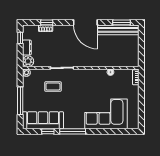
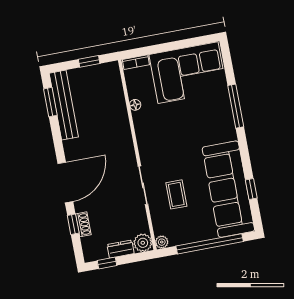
door: (85, 22) -> (65, 183), moved
window: (141, 50) -> (89, 61), added
window: (20, 101) -> (210, 244), width x1.46
corner sofa: (106, 114) -> (188, 73), moved, turned -90
sofa: (43, 120) -> (228, 189), width x1.36, depth x1.27
window: (73, 131) -> (236, 106), moved

